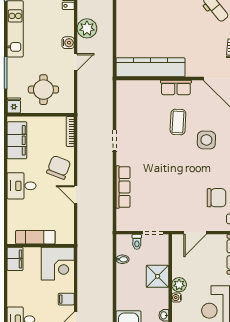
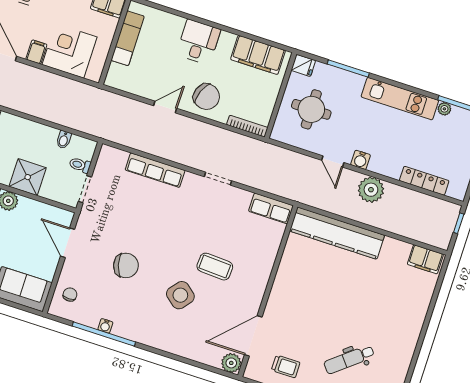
kitchen counter: (151, 67) -> (337, 233), moved, turned 90
row of seats: (176, 87) -> (271, 208), moved, turned -90
side table: (206, 140) -> (180, 295), turned 37
chair: (217, 198) -> (126, 265), moved, turned -105
corner desk: (58, 264) -> (70, 51), moved, turned 90

